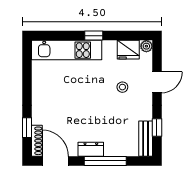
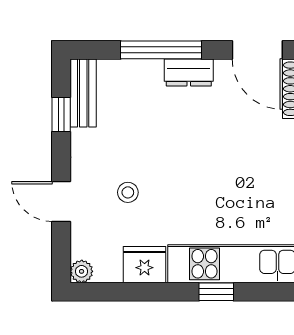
window: (94, 36) -> (216, 292), moved
fridge: (128, 50) -> (144, 265), moved
door: (157, 82) -> (61, 202), hinge flipped

